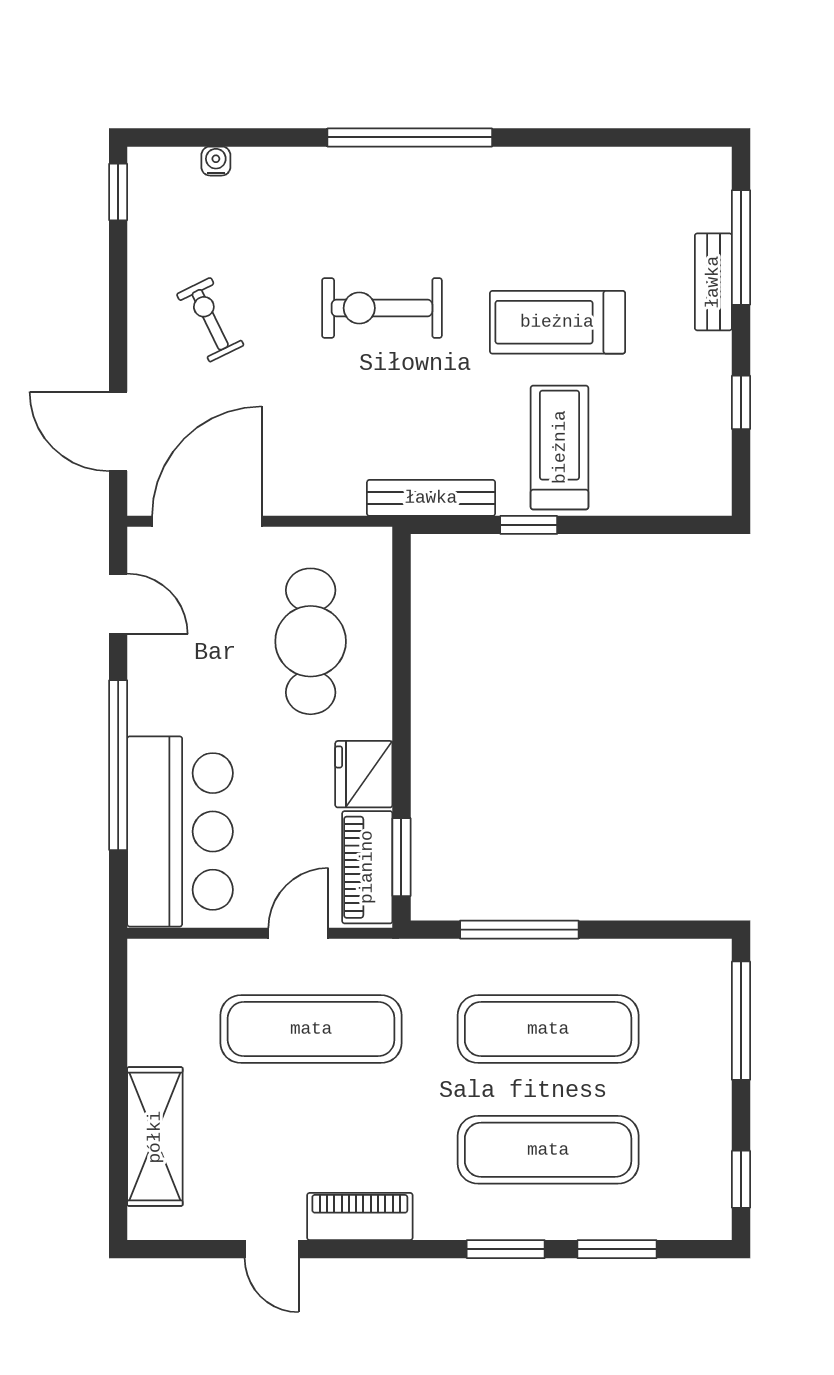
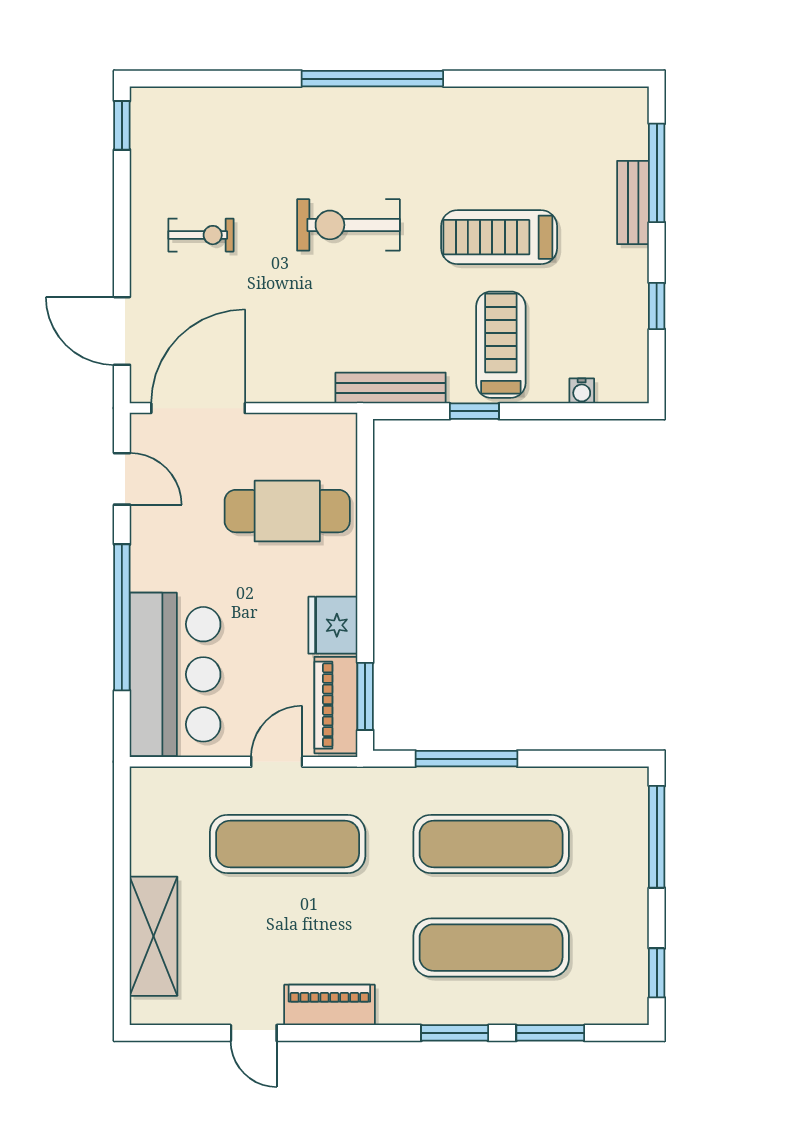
water cooler: (216, 161) -> (582, 391), moved, turned 180
exercise bike: (210, 320) -> (201, 235), turned 116
cafe table: (311, 641) -> (287, 511), turned 90

